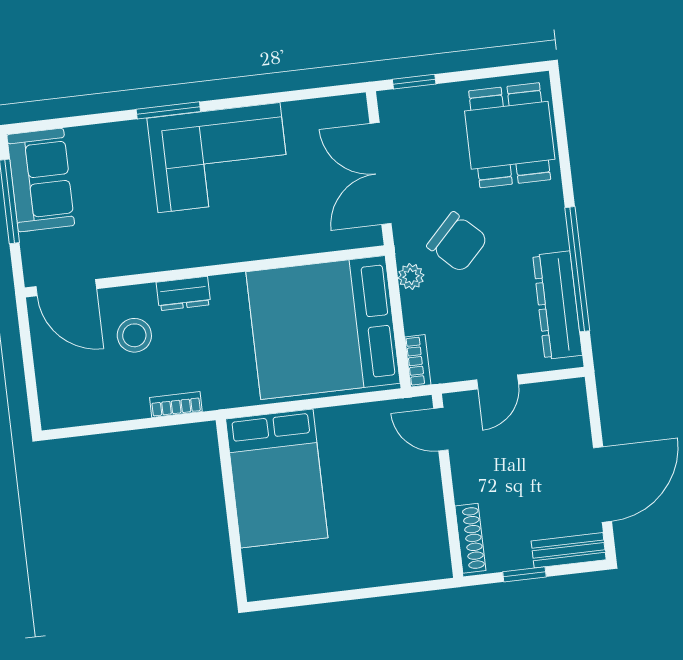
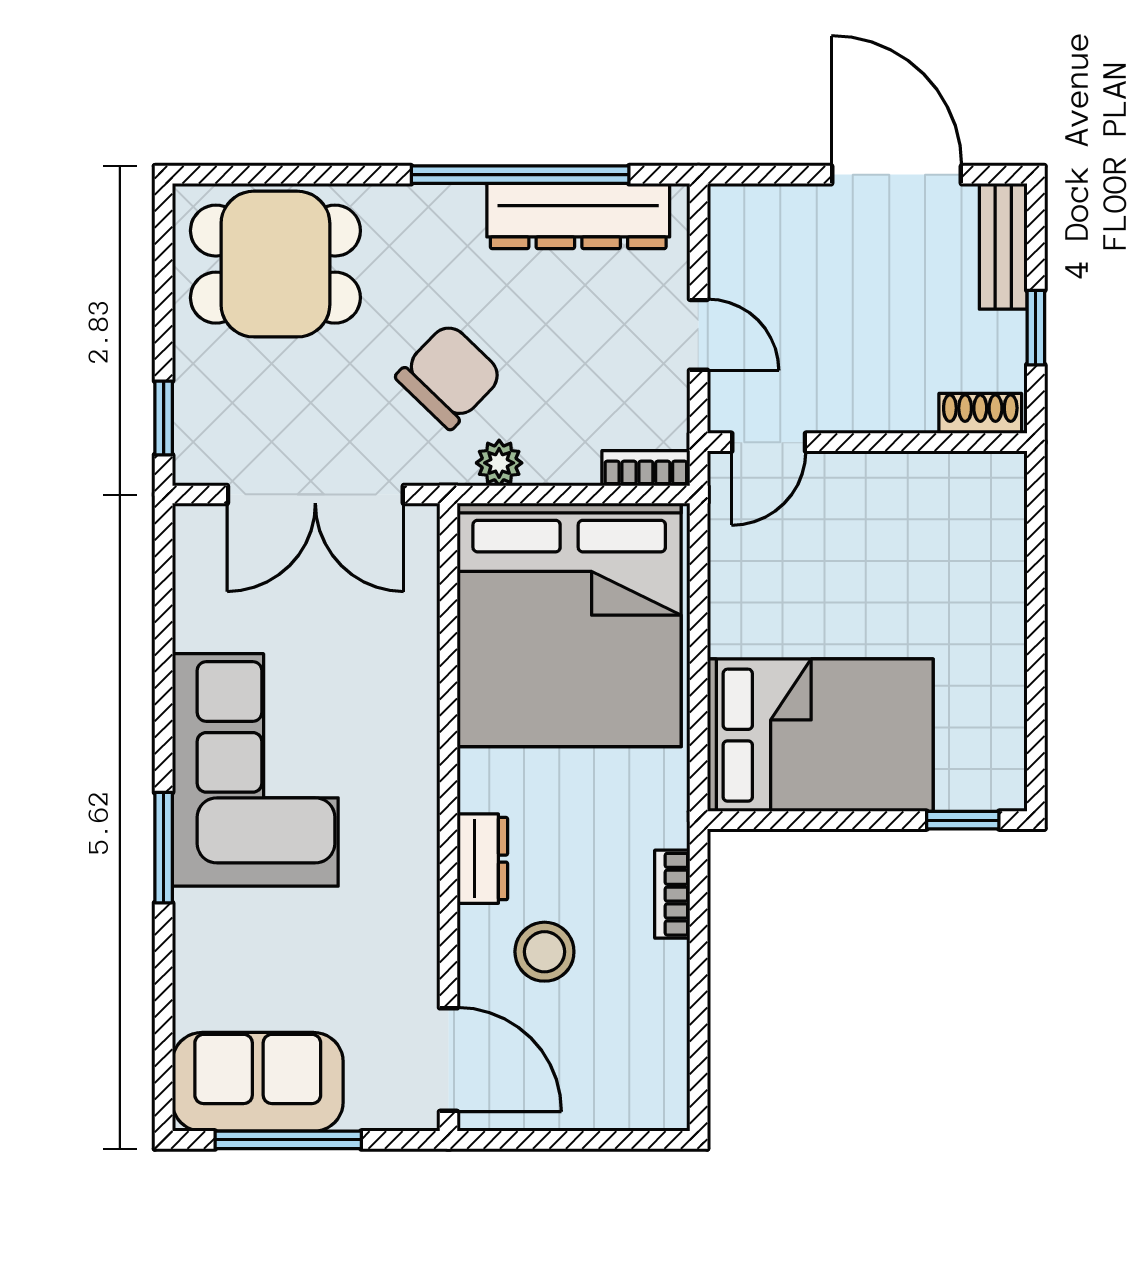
door: (66, 288) -> (449, 1060), hinge flipped
shoe rack: (470, 538) -> (980, 413), width x0.70
window: (238, 566) -> (963, 820), added

